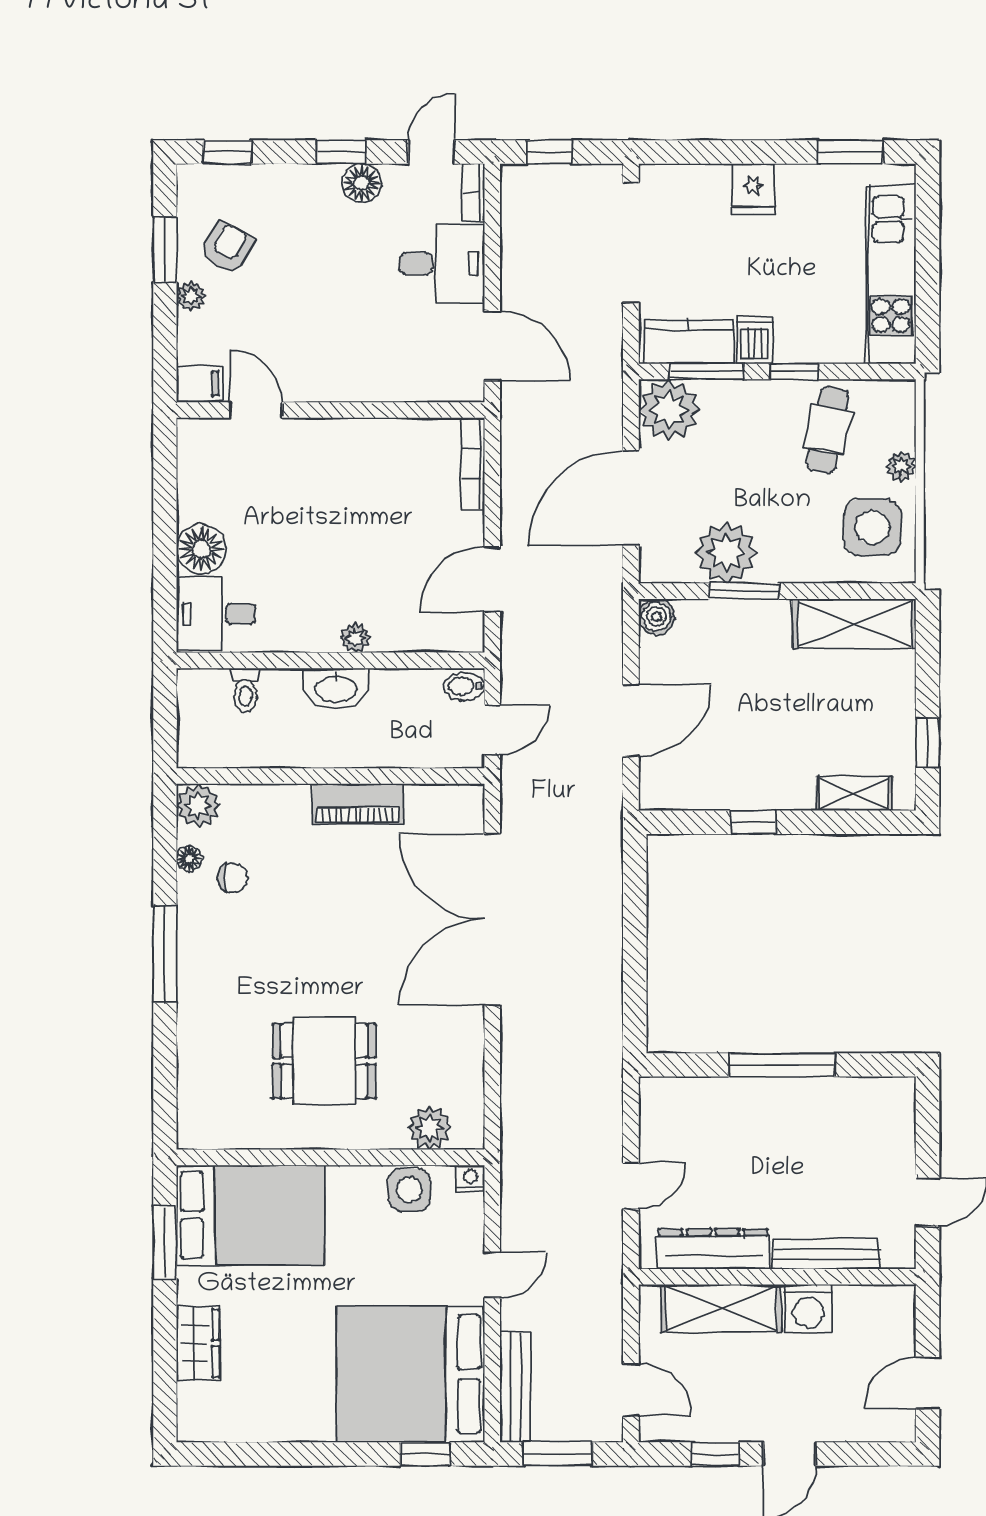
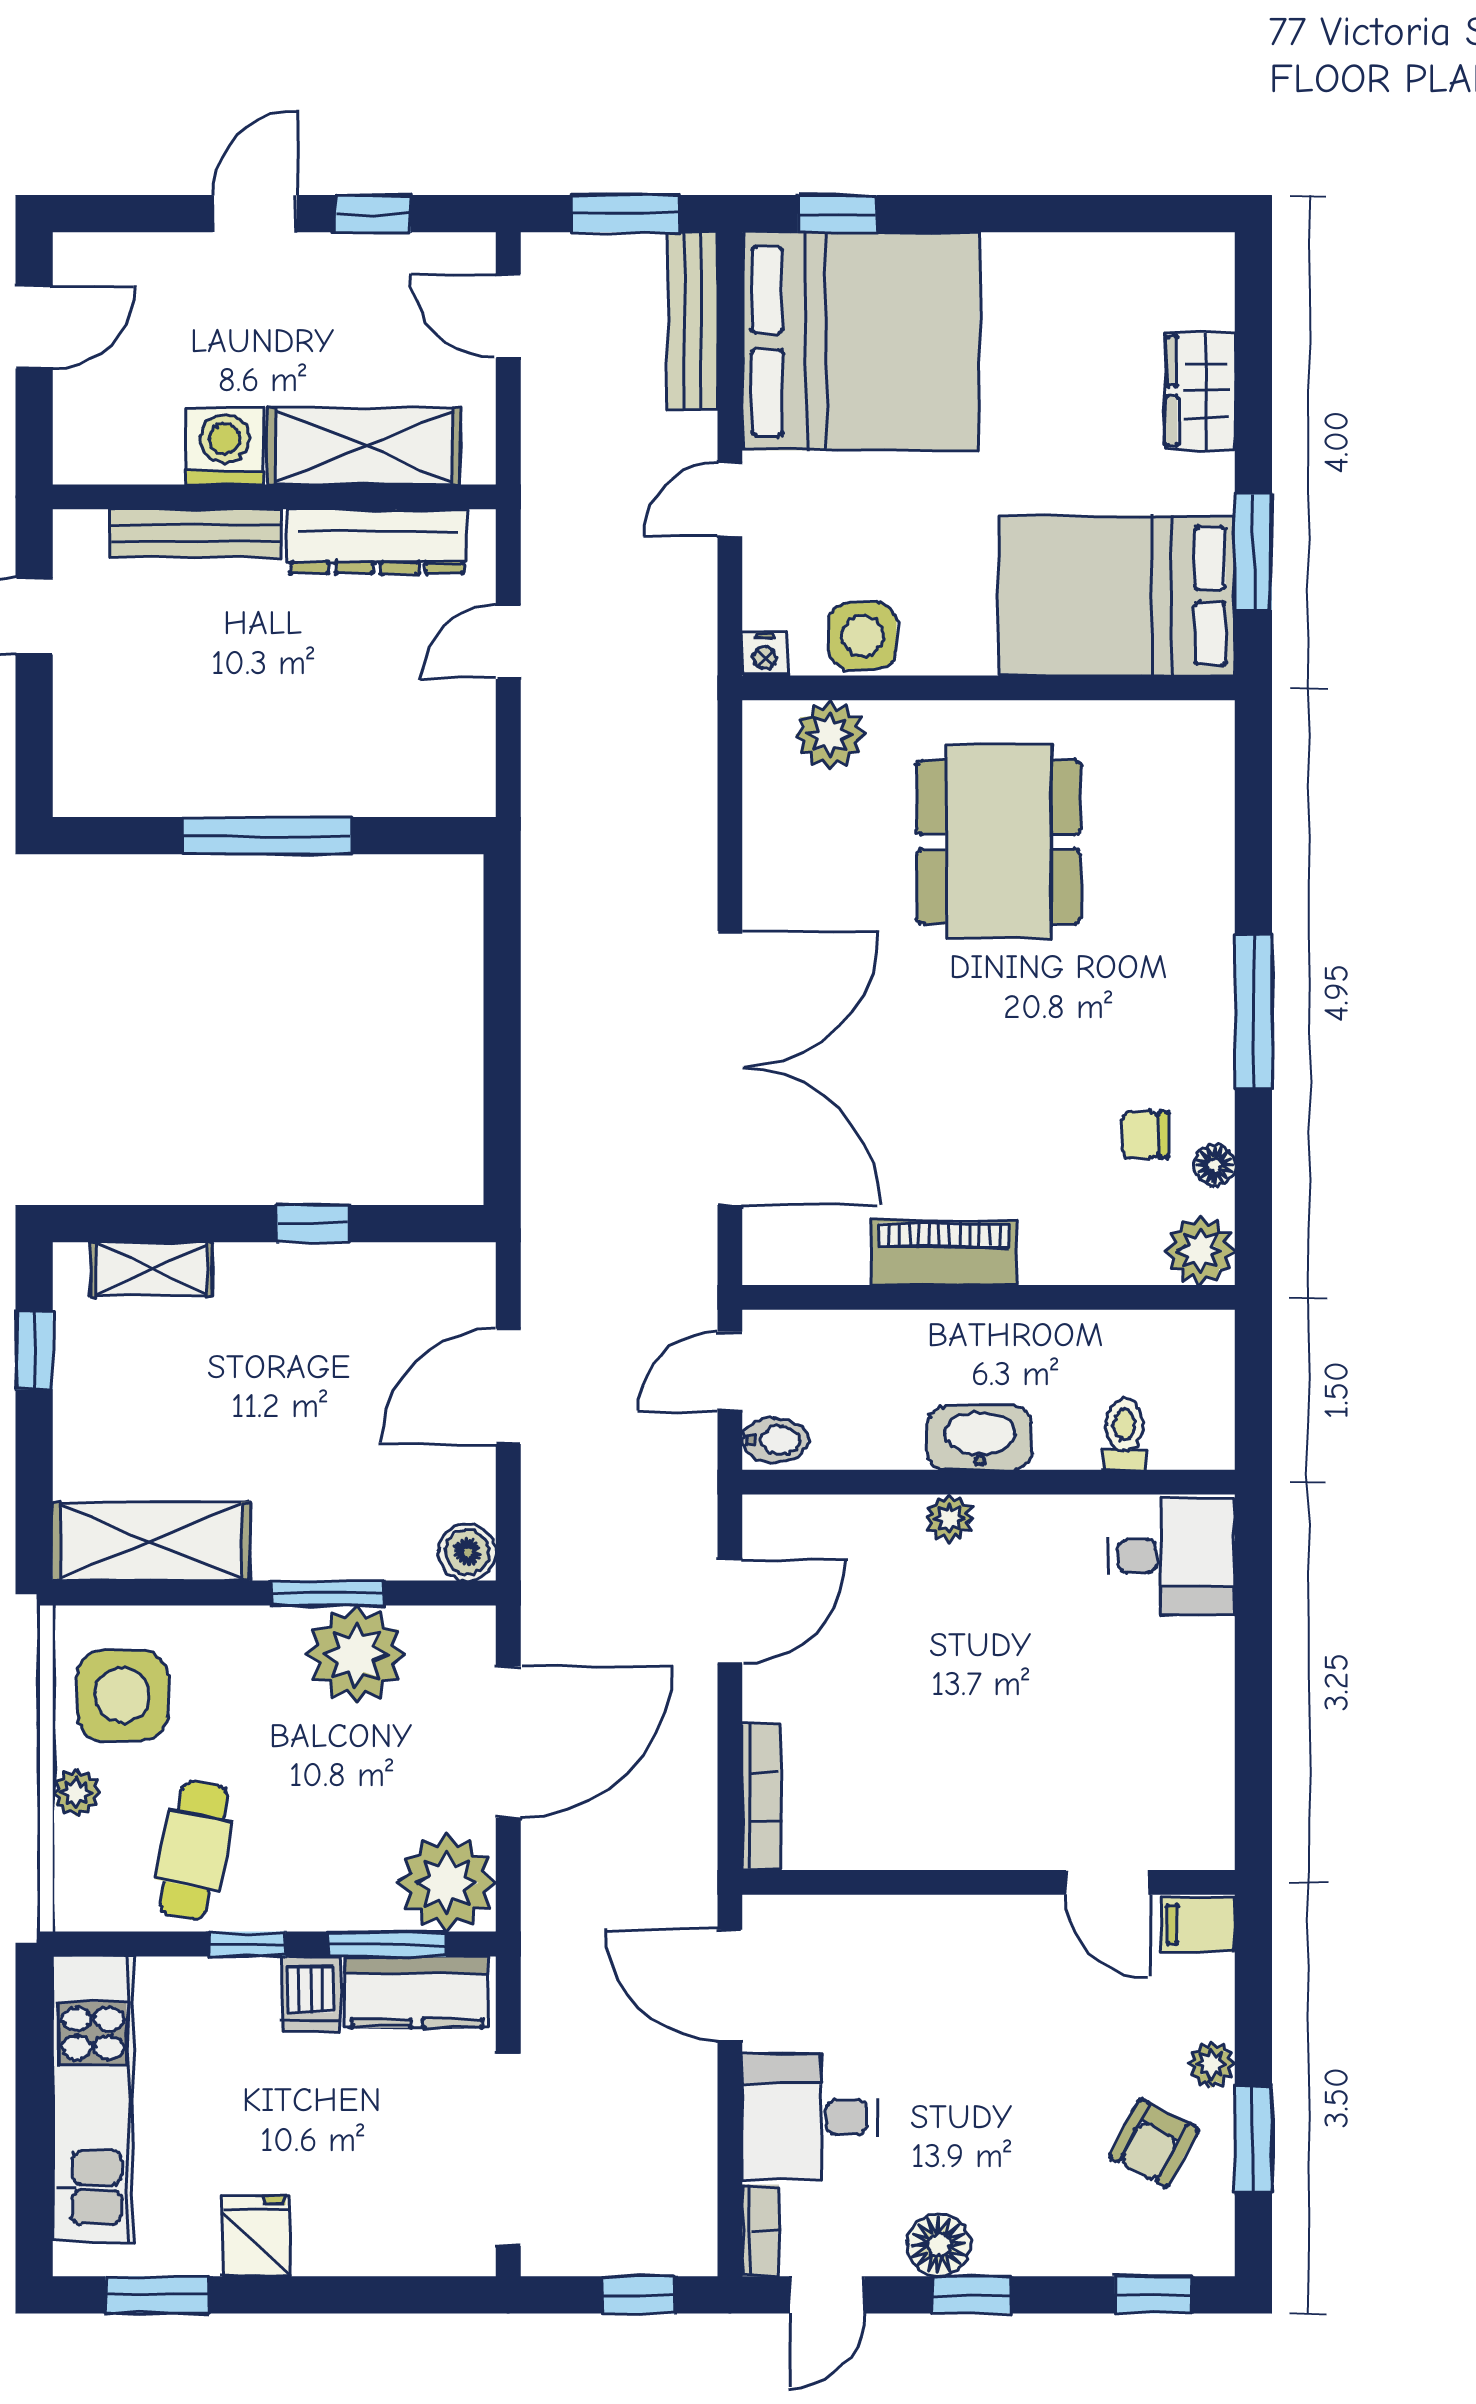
fridge: (753, 189) -> (257, 2236), moved
floor lamp: (201, 549) -> (1195, 1660), removed
dining table: (324, 1061) -> (999, 842), width x1.38

